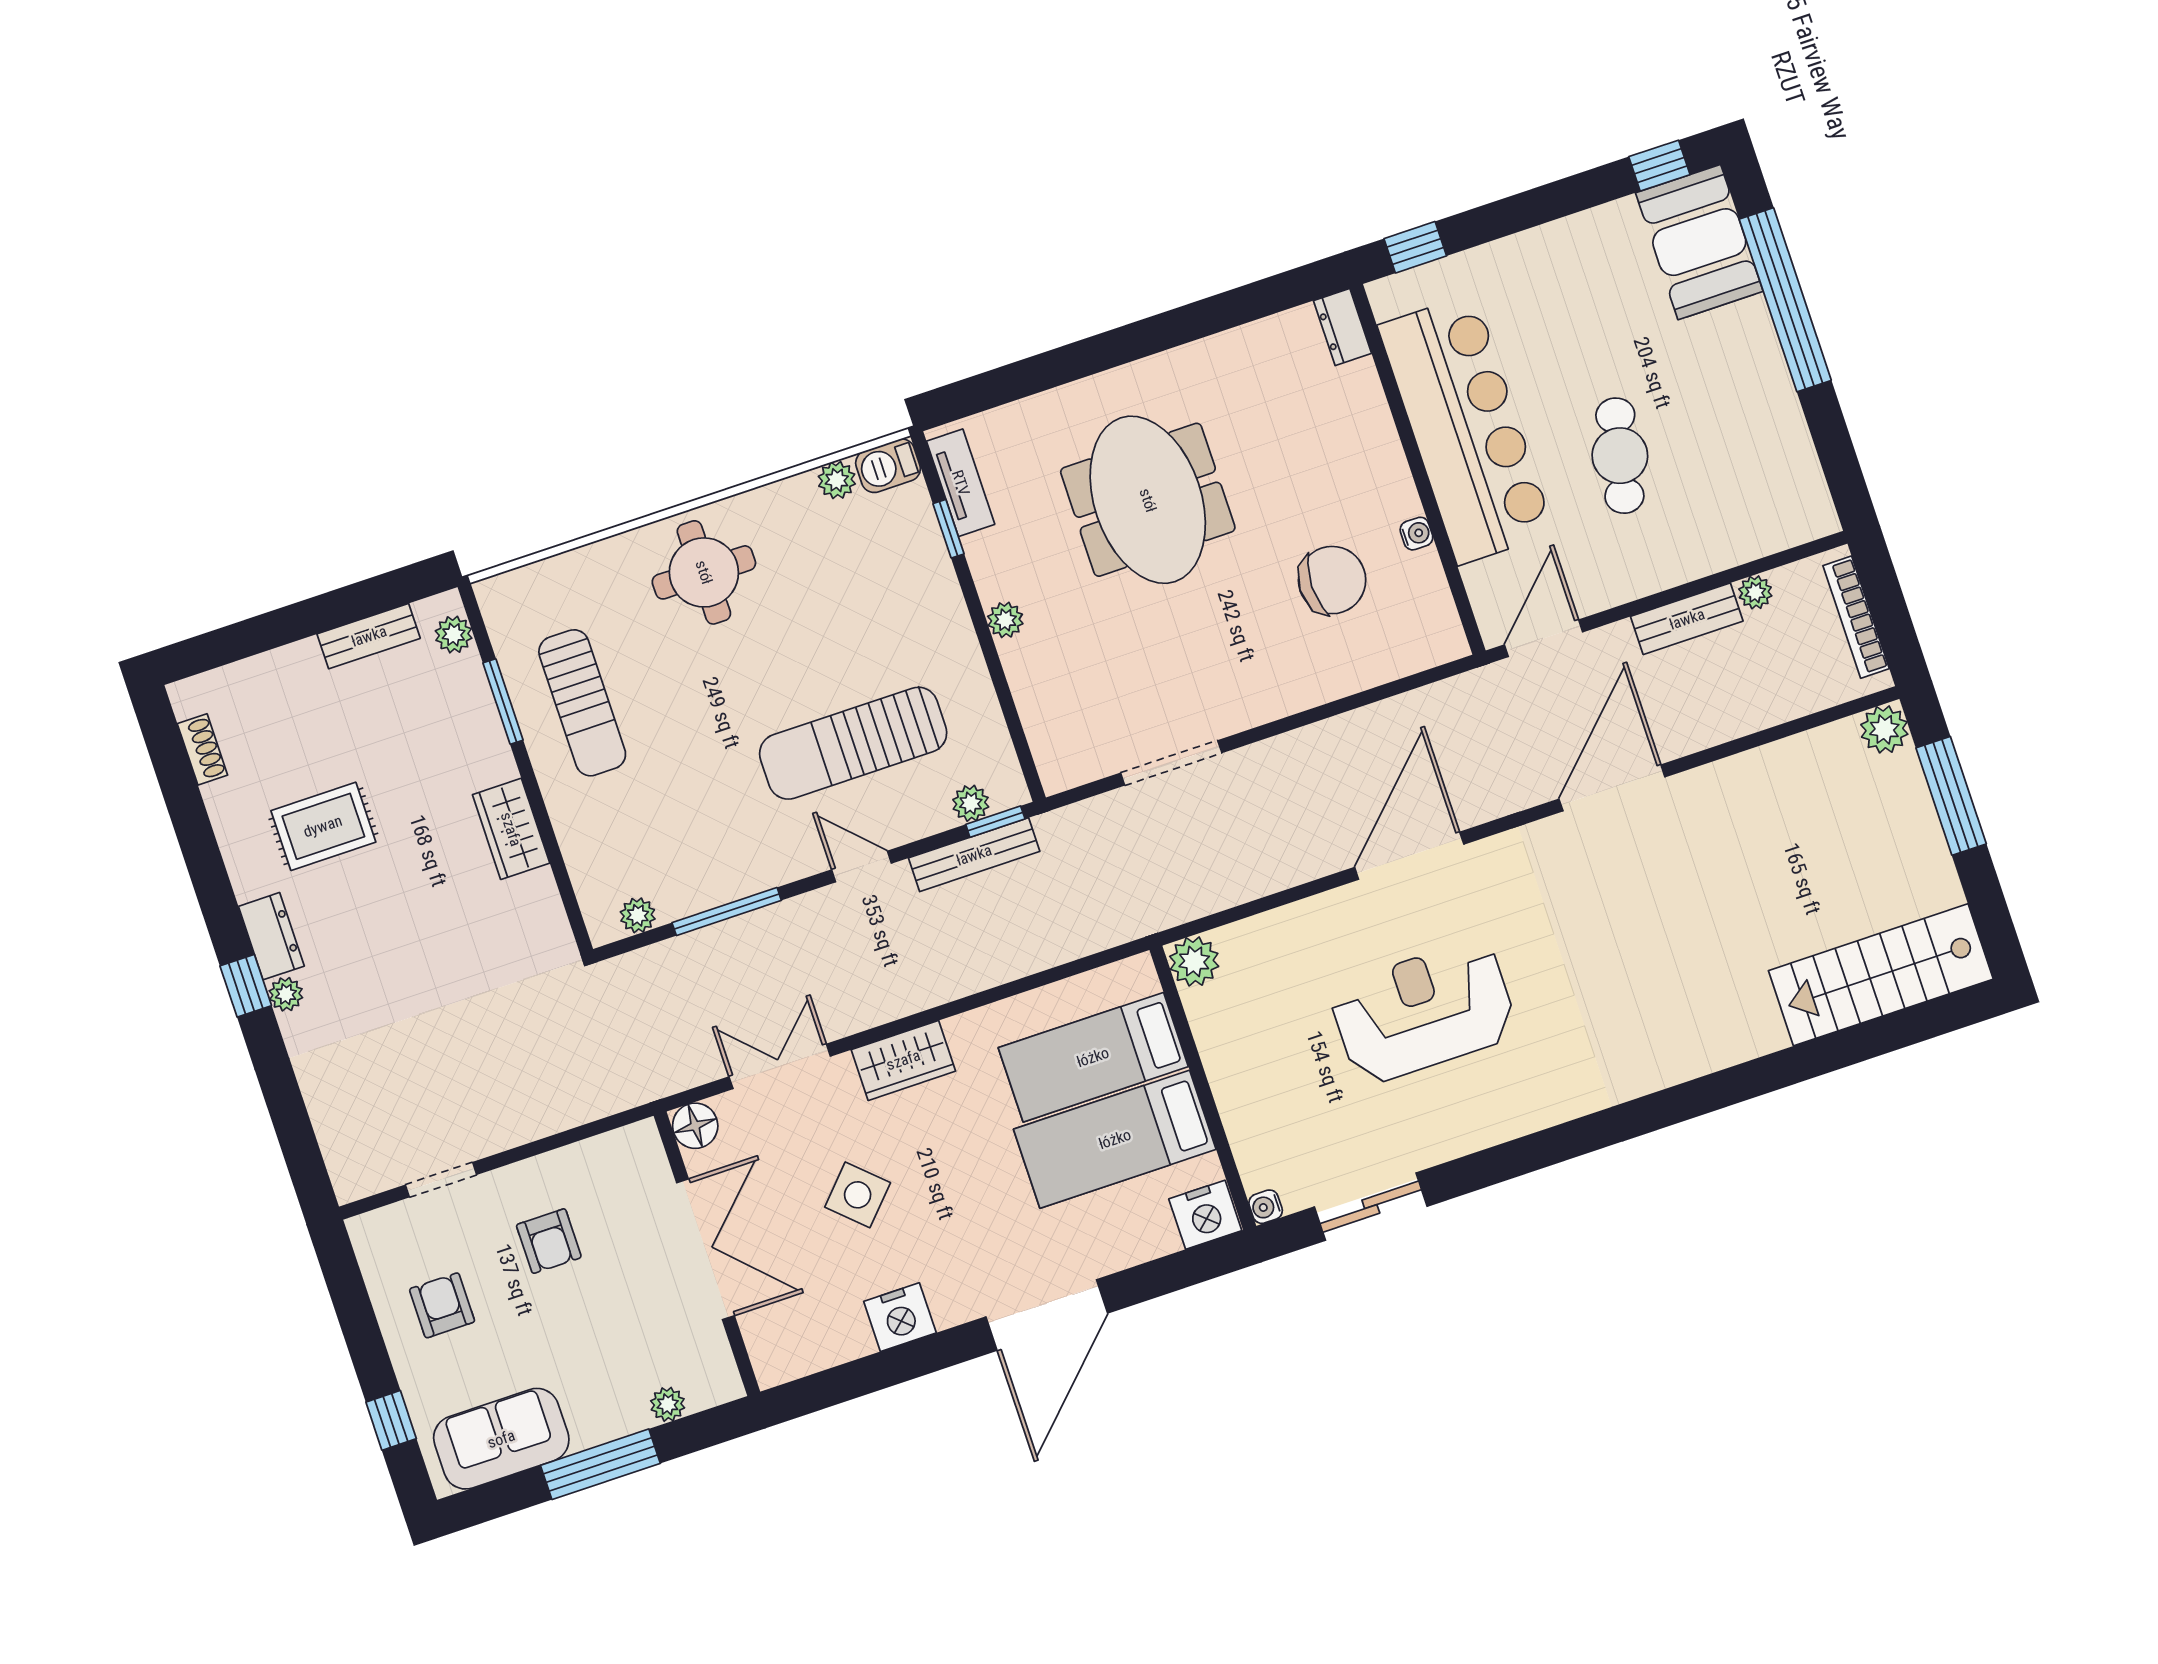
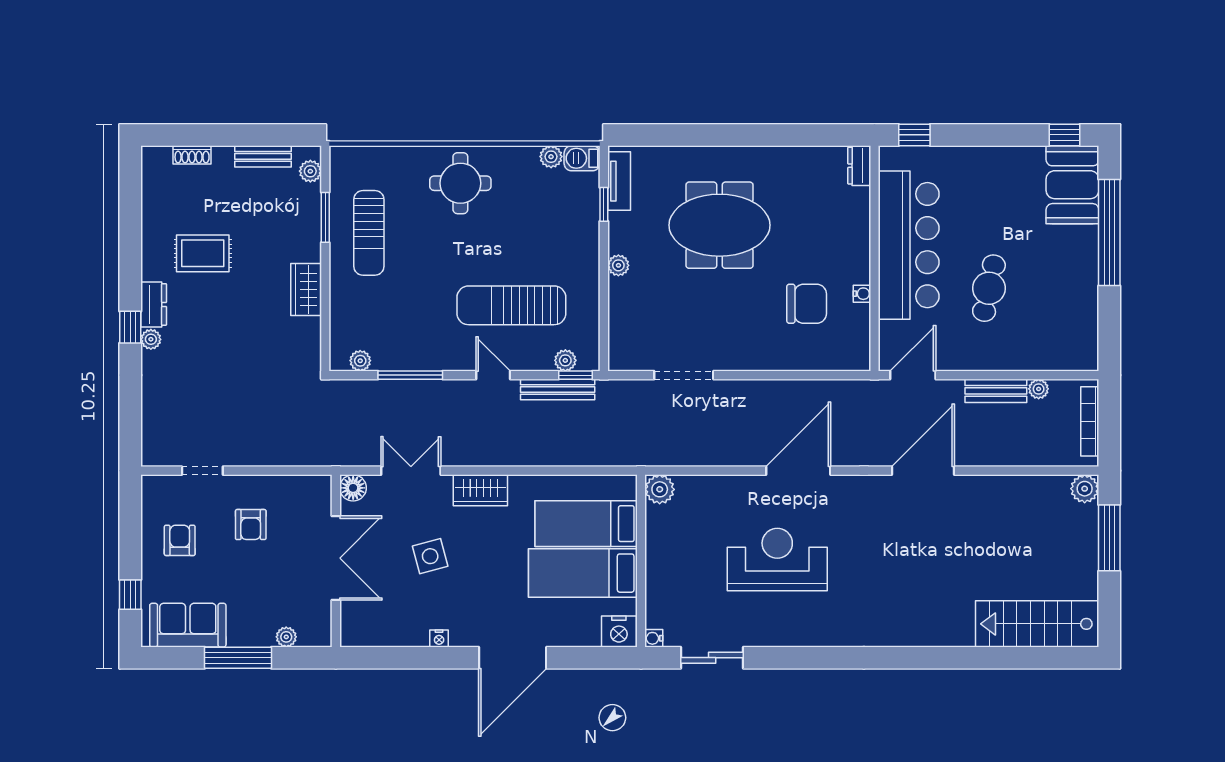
meeting table: (1148, 500) -> (719, 225), turned 90
shoe rack: (202, 749) -> (192, 155), moved, turned 90
side table: (858, 1195) -> (430, 556), turned 32
nightstand: (900, 1317) -> (439, 639), width x0.53, depth x0.56

